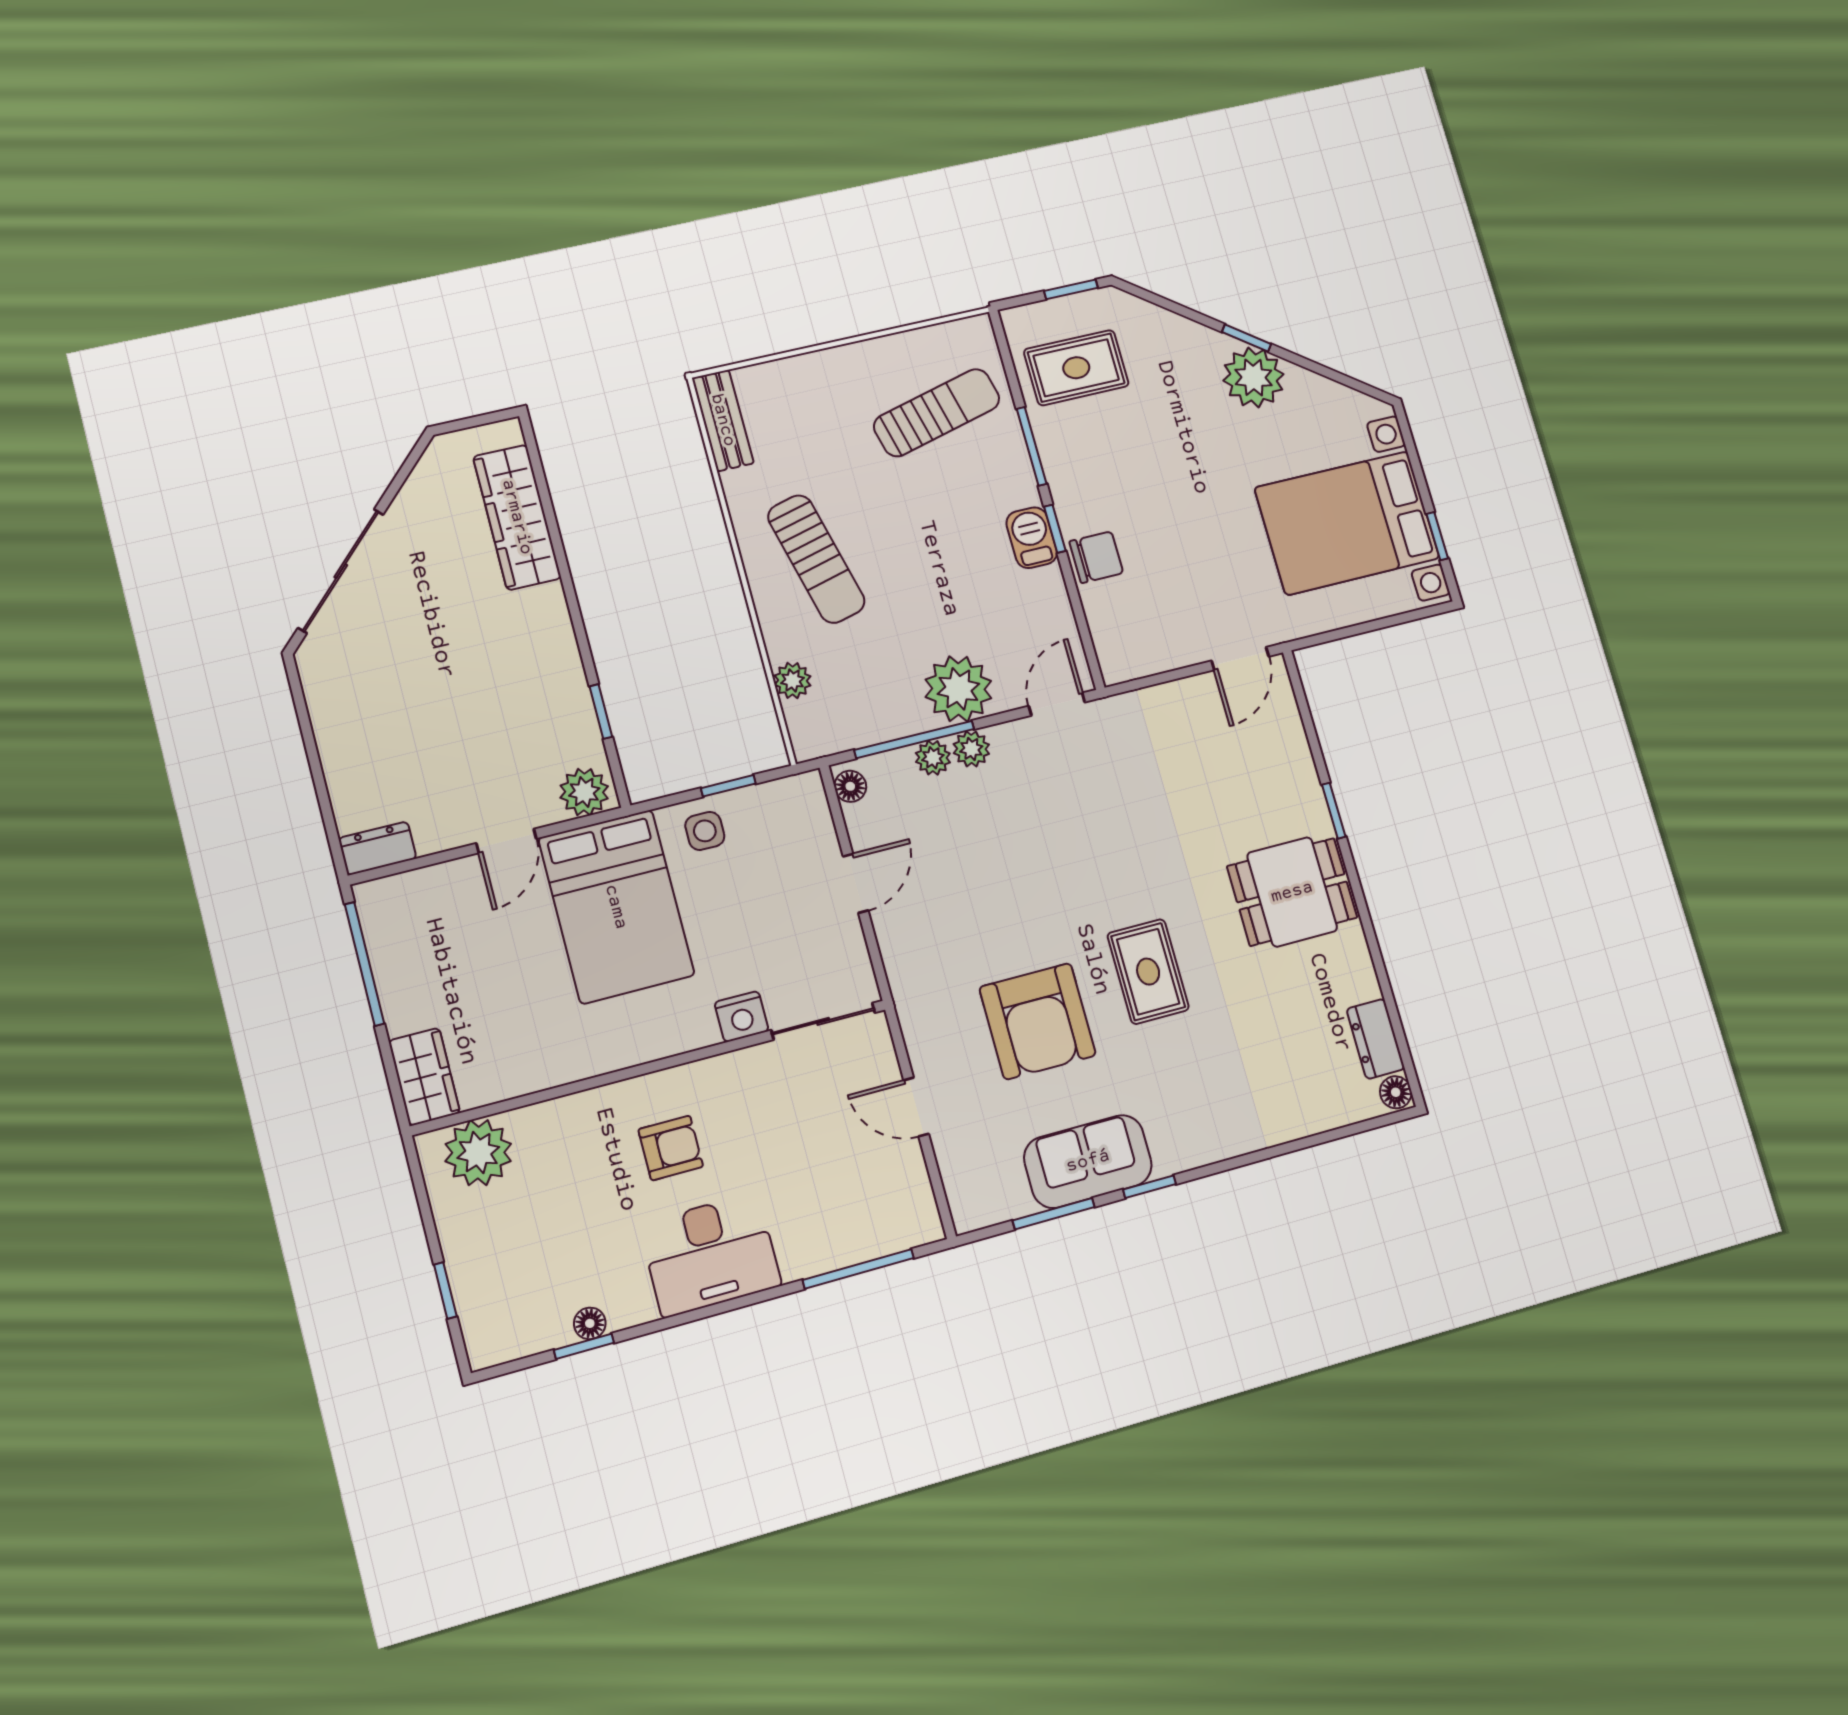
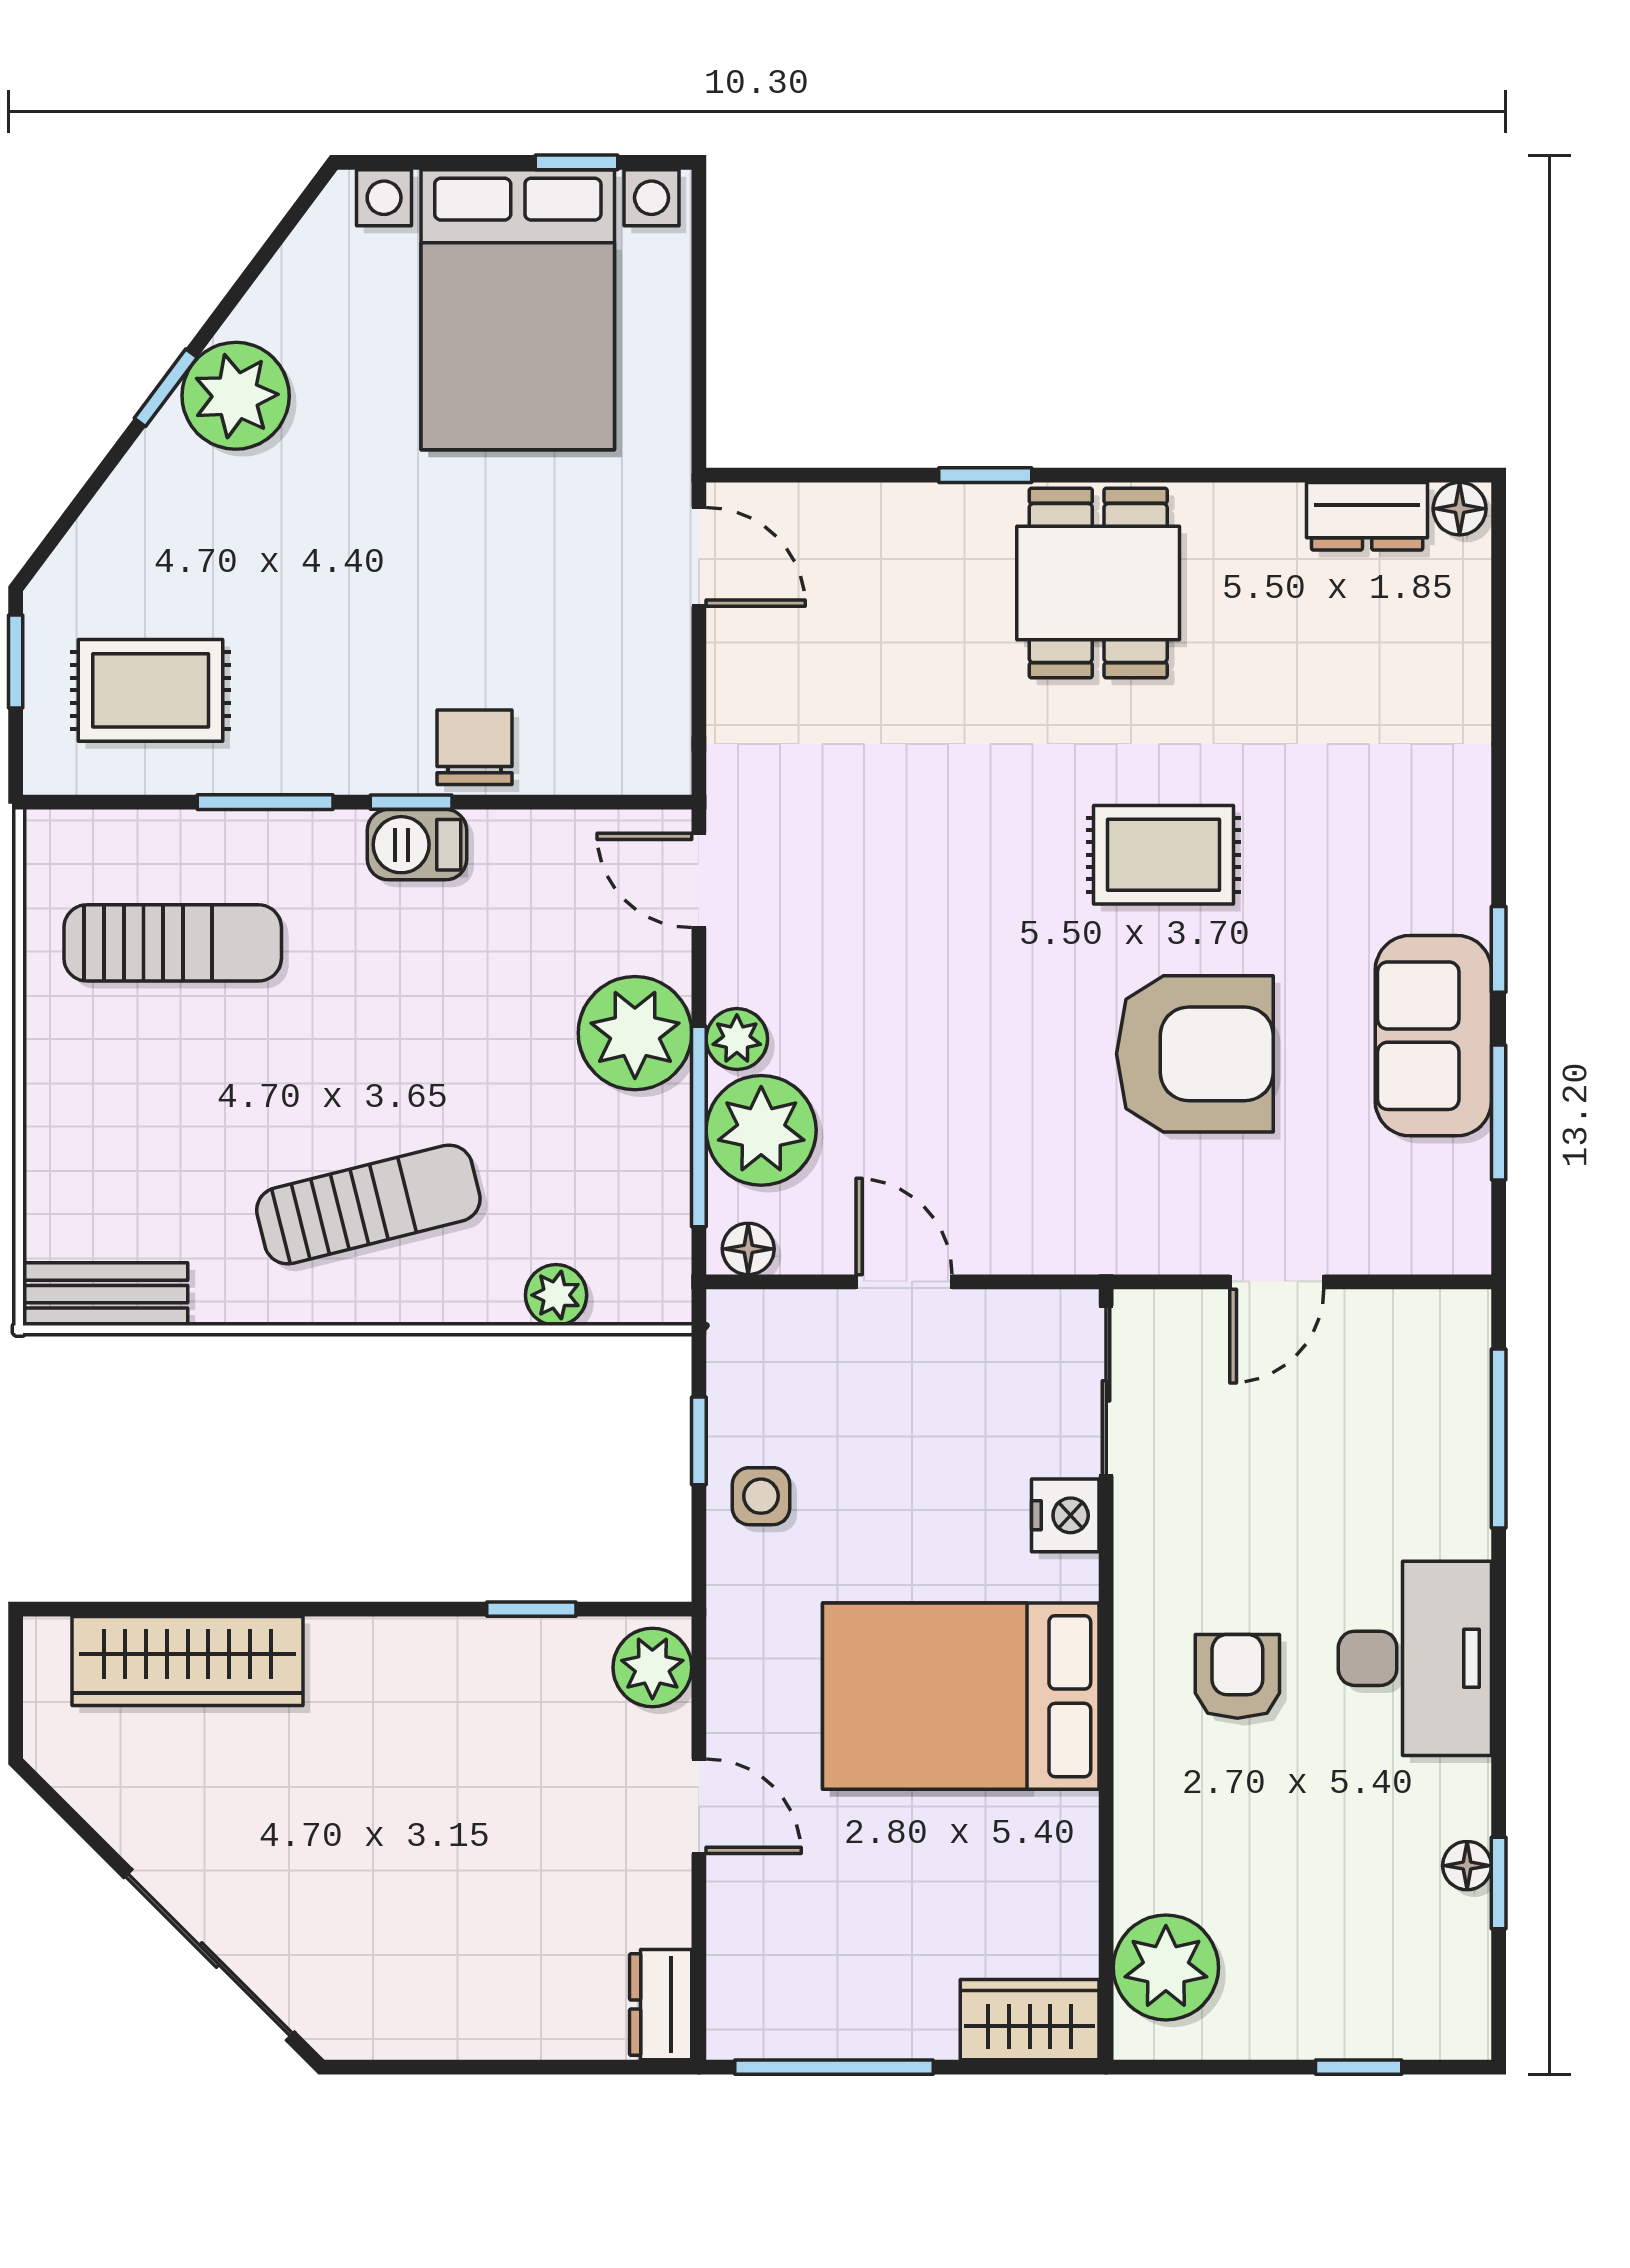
rug: (1076, 368) -> (151, 690), turned 90
sun lounger: (937, 413) -> (173, 943), turned 104
plant: (933, 758) -> (761, 1130), width x1.88, depth x1.88
bed: (616, 907) -> (961, 1696), moved, turned 180

